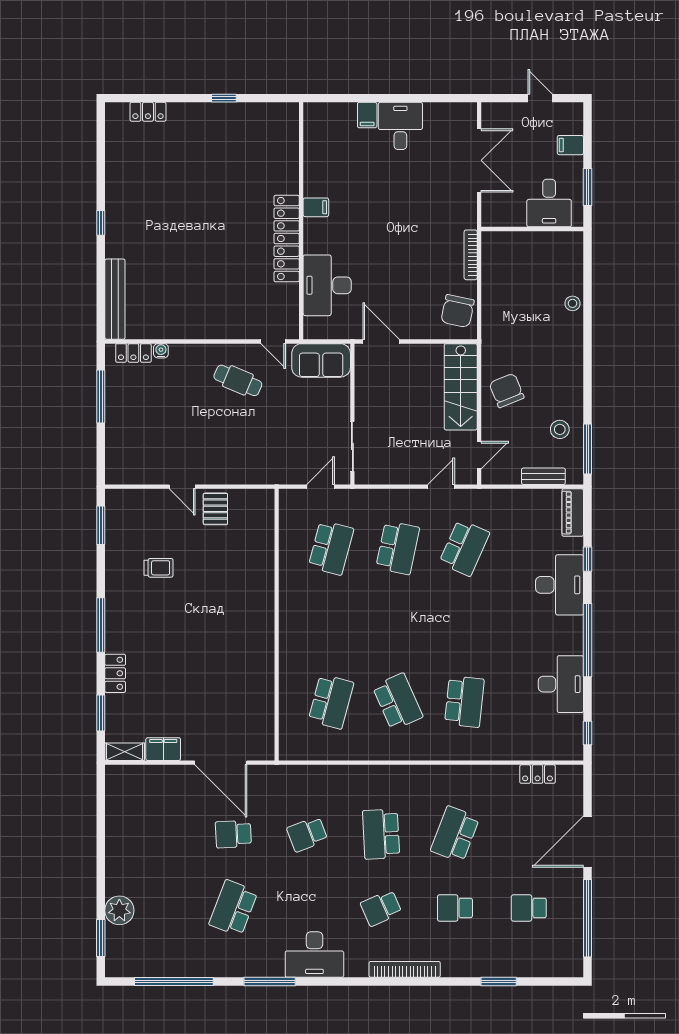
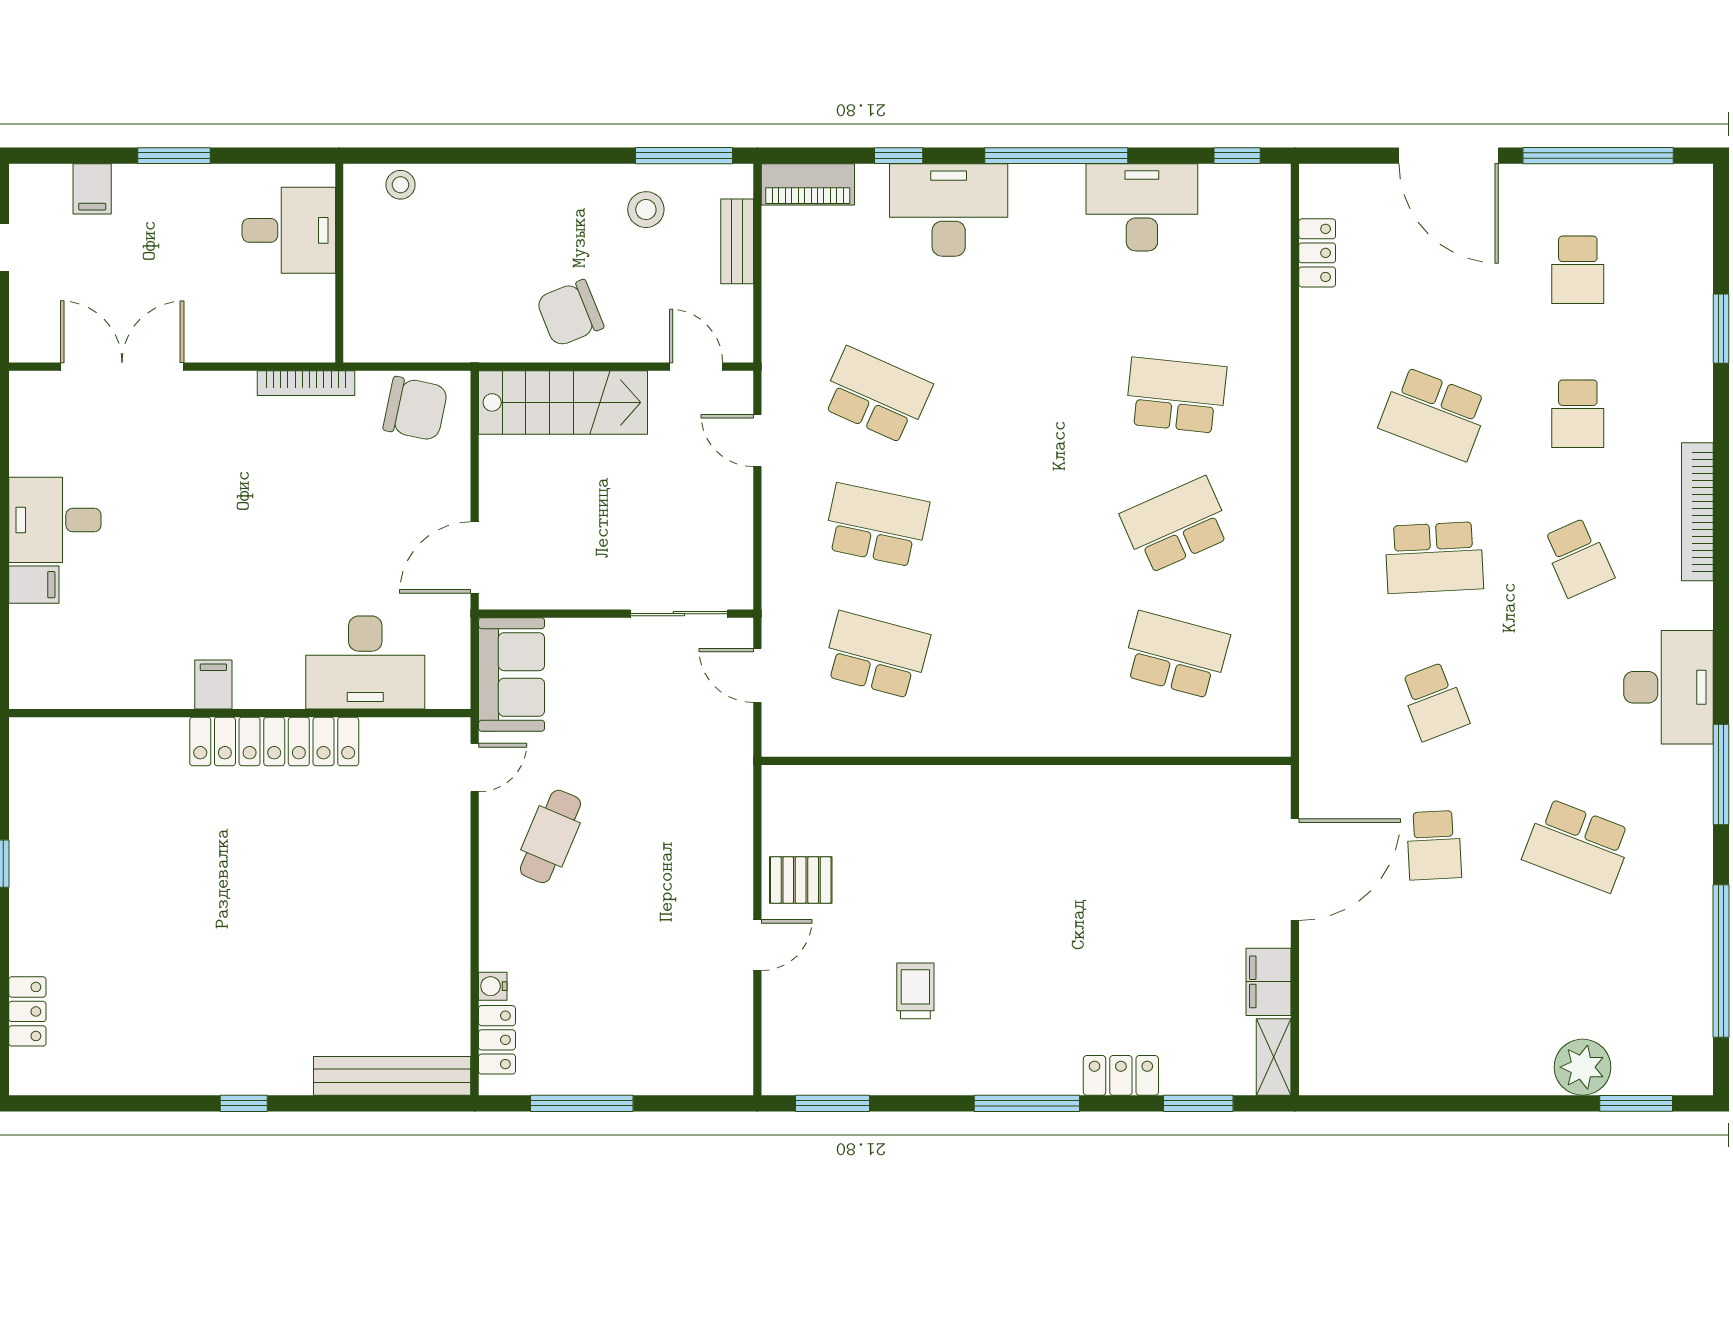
desk: (549, 203) -> (289, 230), moved
wall: (532, 229) -> (339, 263), moved

